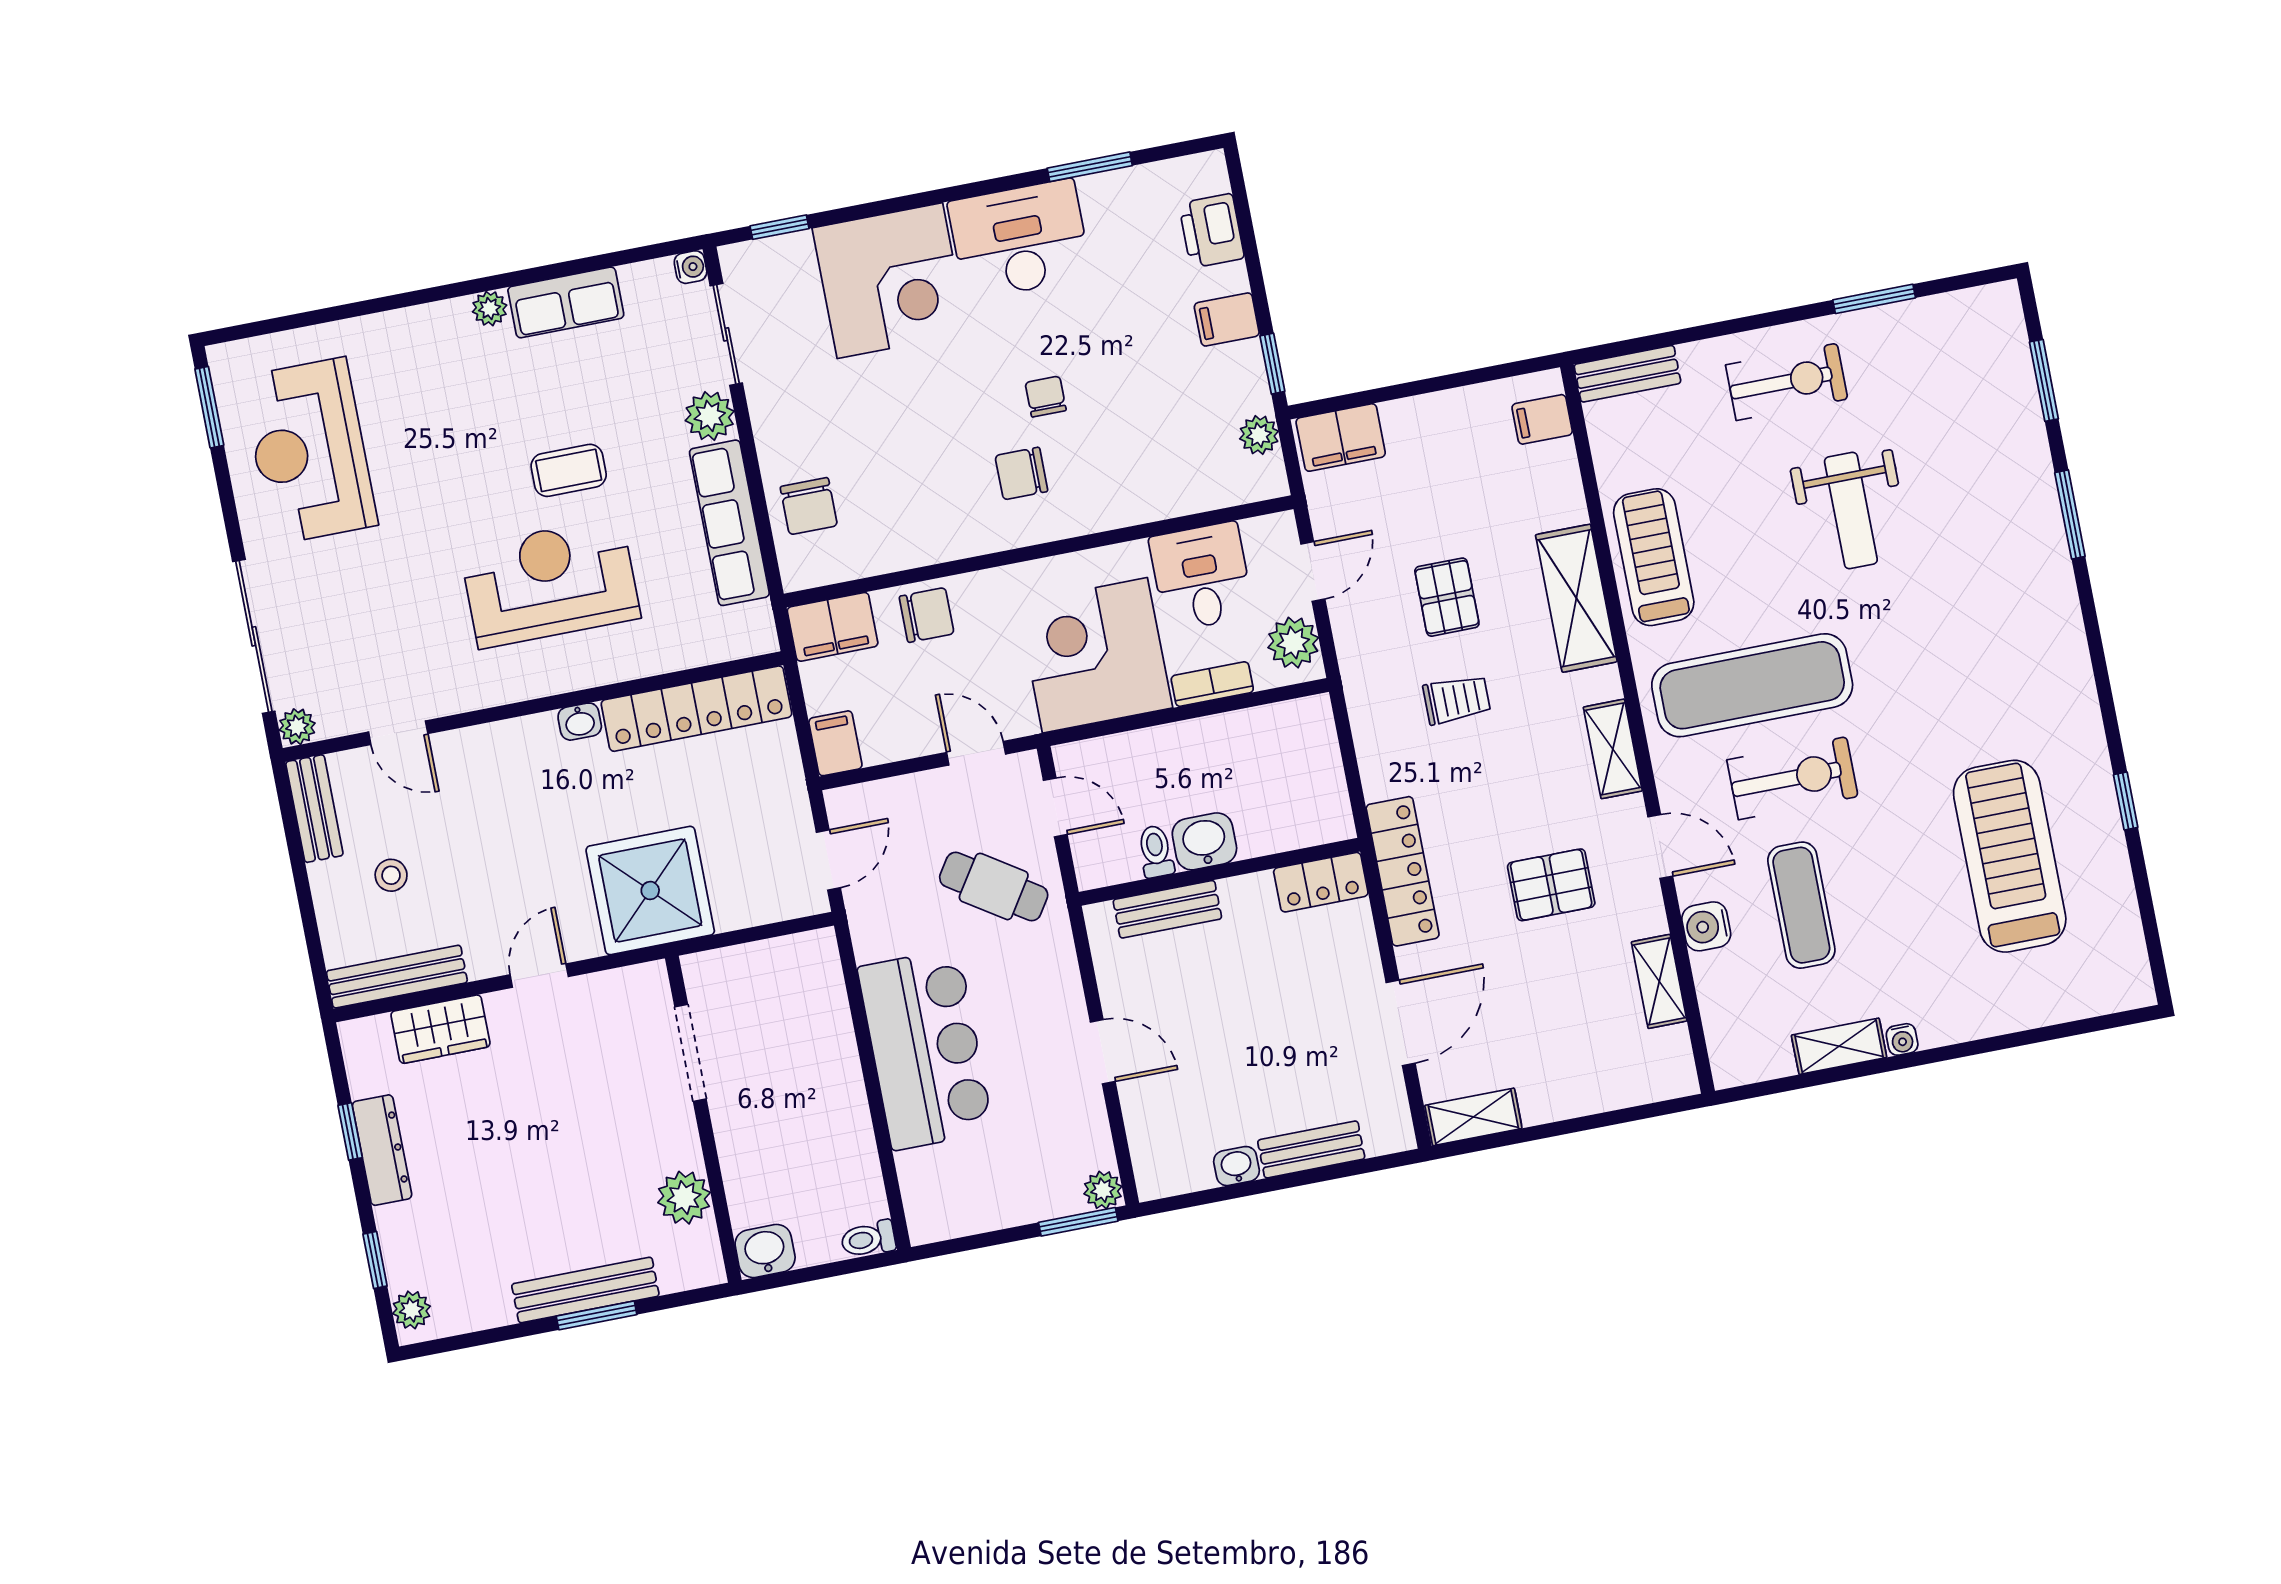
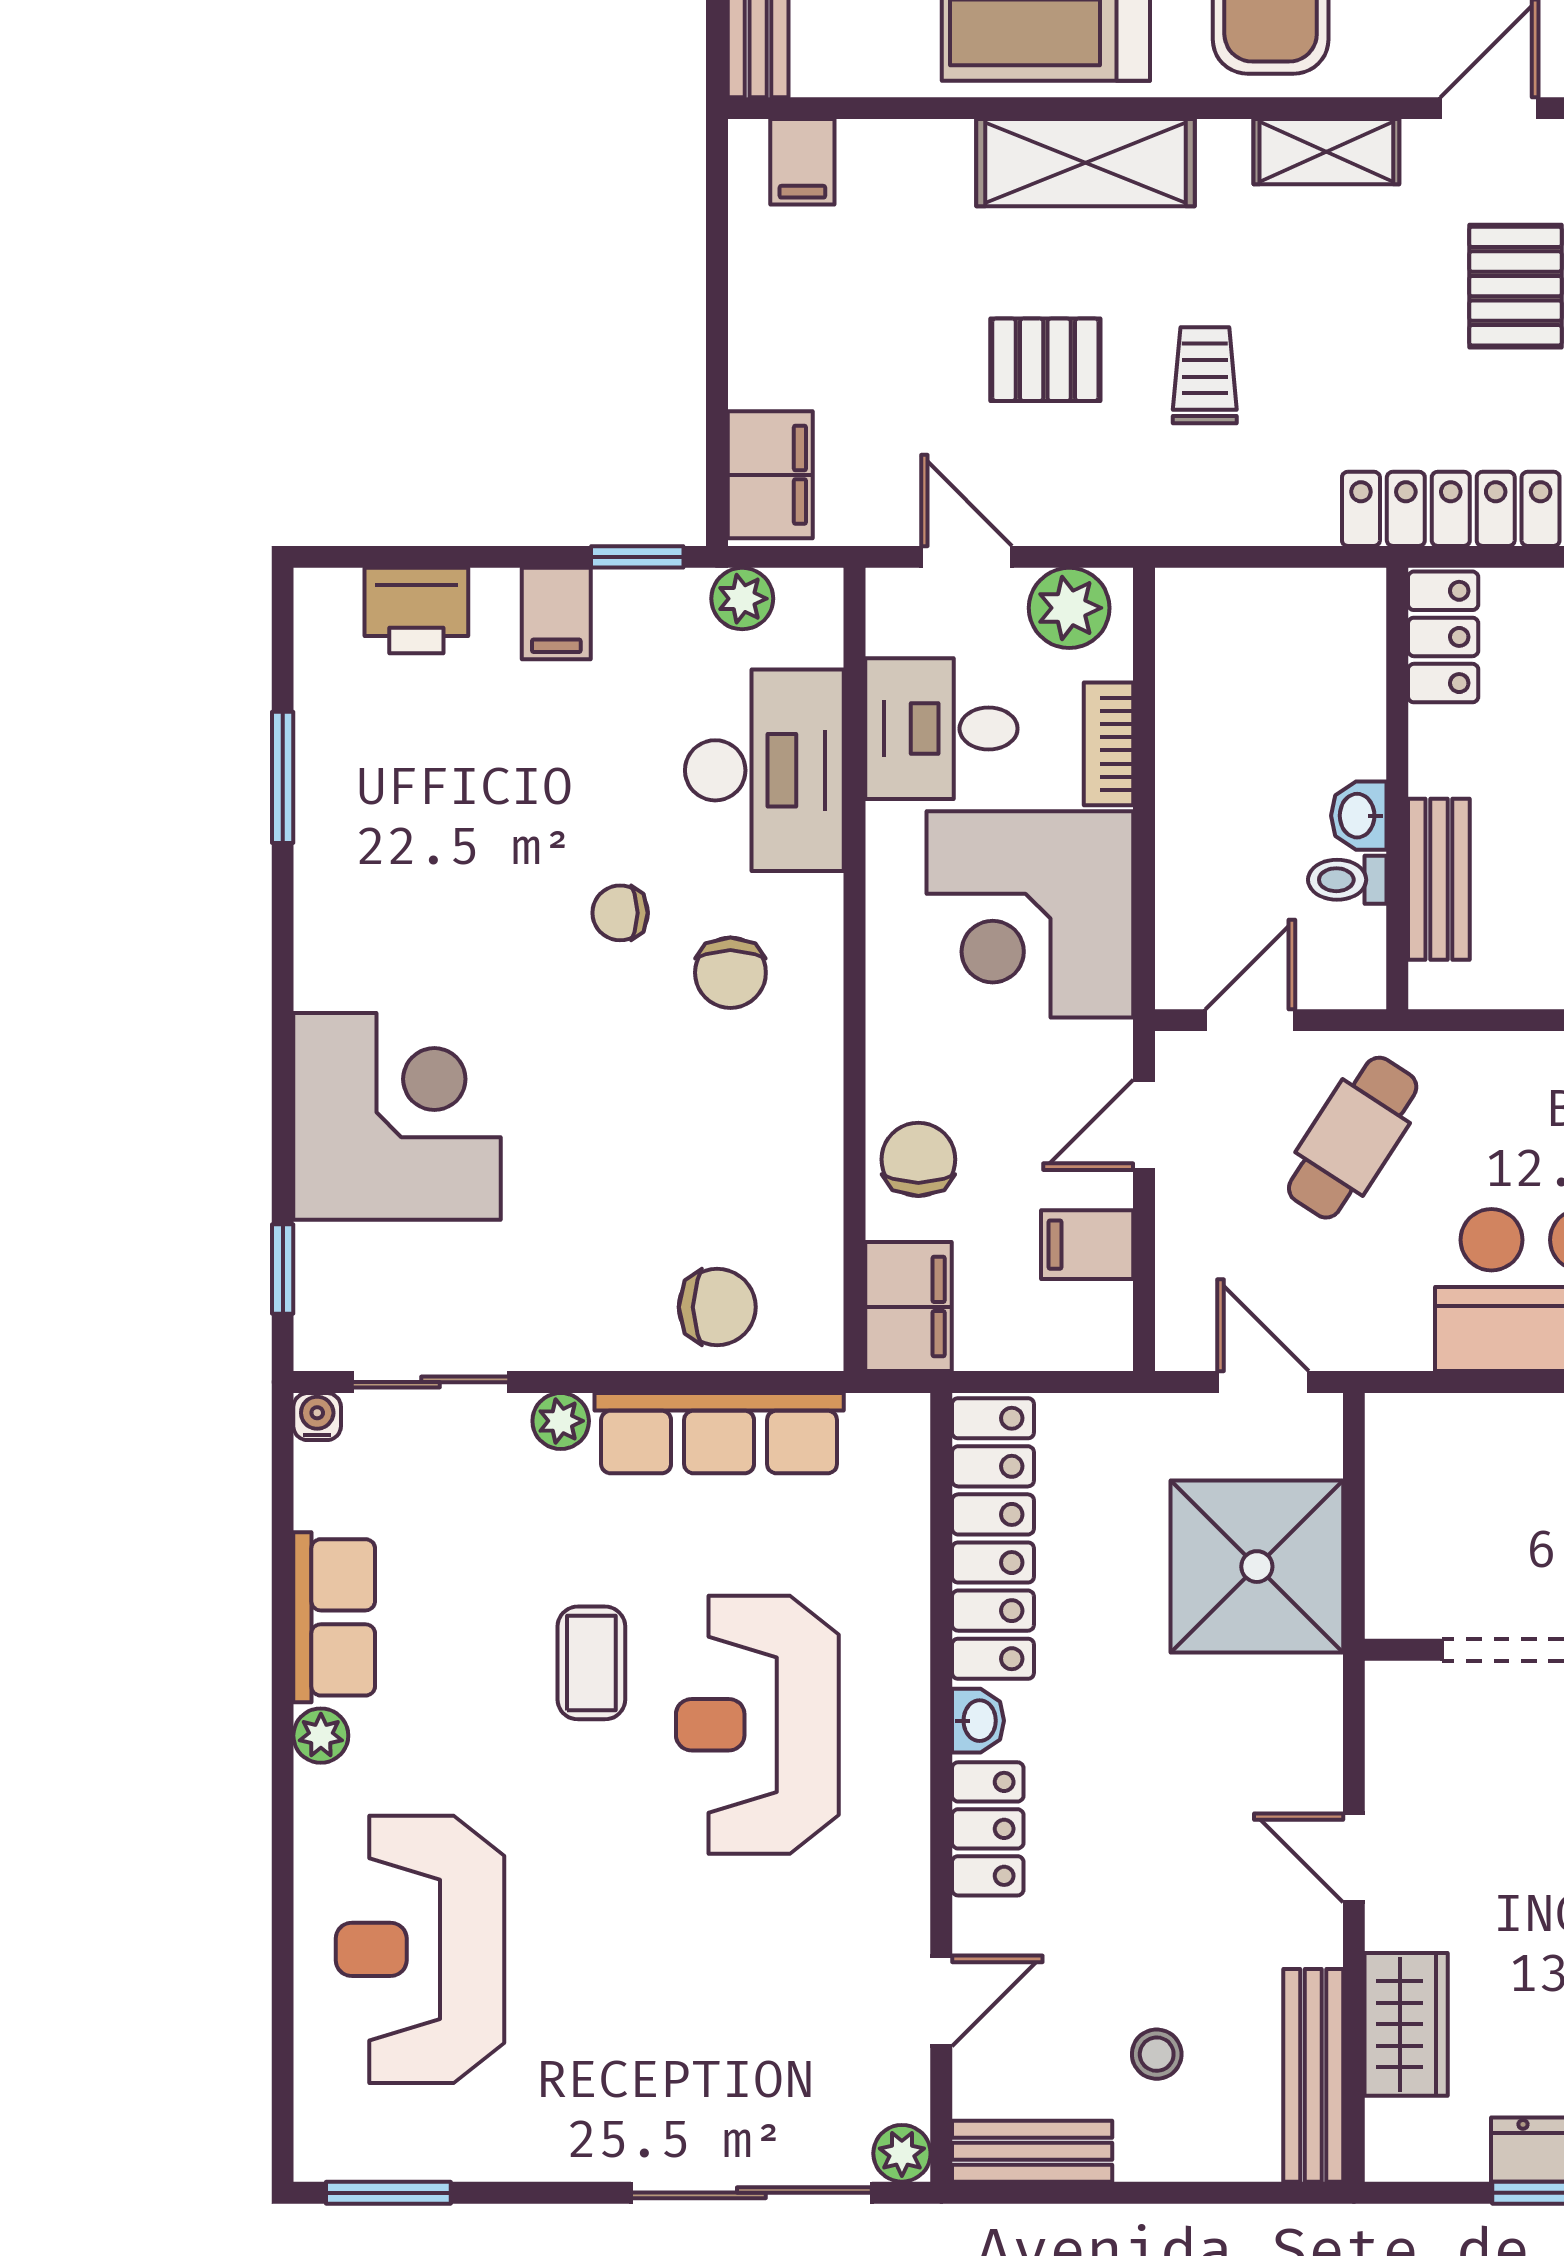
desk: (1020, 240) -> (764, 770), moved, turned 180
plant: (710, 416) -> (561, 1421), width x0.73, depth x0.73
reception desk: (309, 451) -> (420, 1949), moved, turned 90
locker: (513, 741) -> (988, 1829), added
filing cabinet: (835, 743) -> (1087, 1245), moved
washbasin: (1204, 841) -> (1359, 816), width x0.72, depth x0.69
shower: (650, 891) -> (1257, 1567), moved

